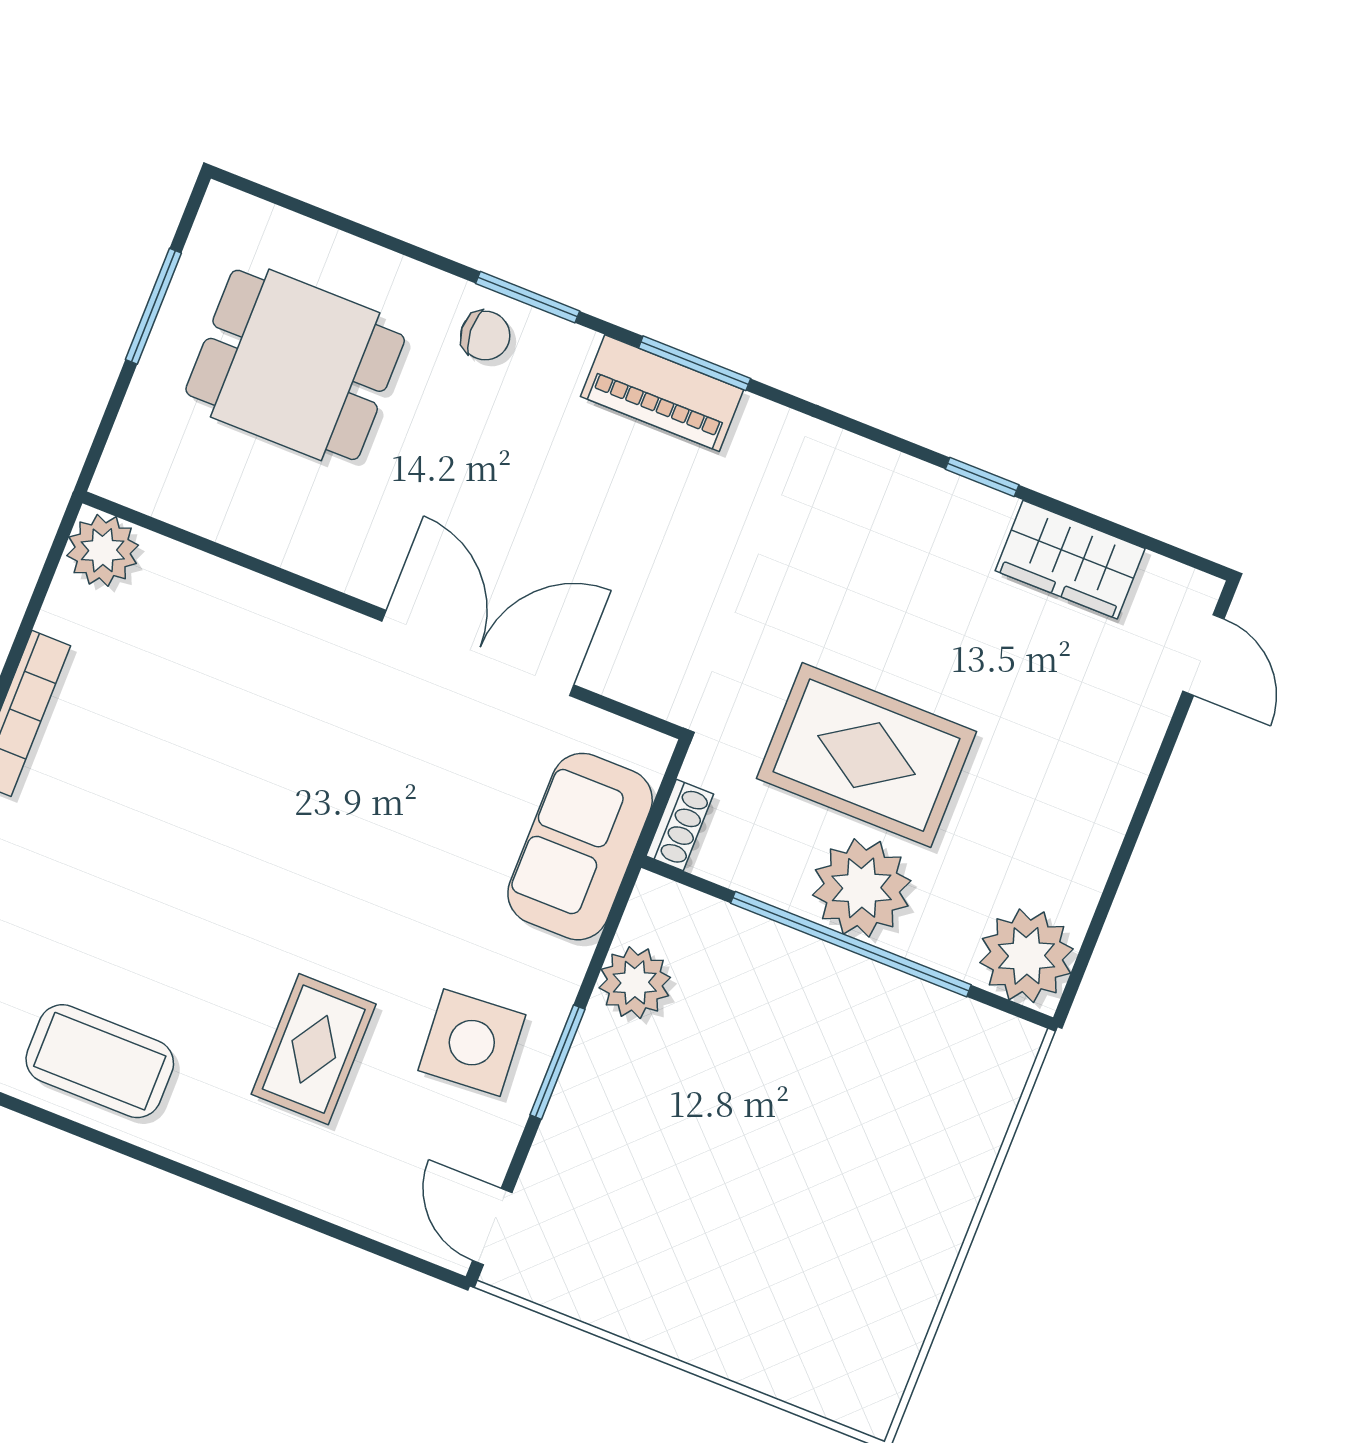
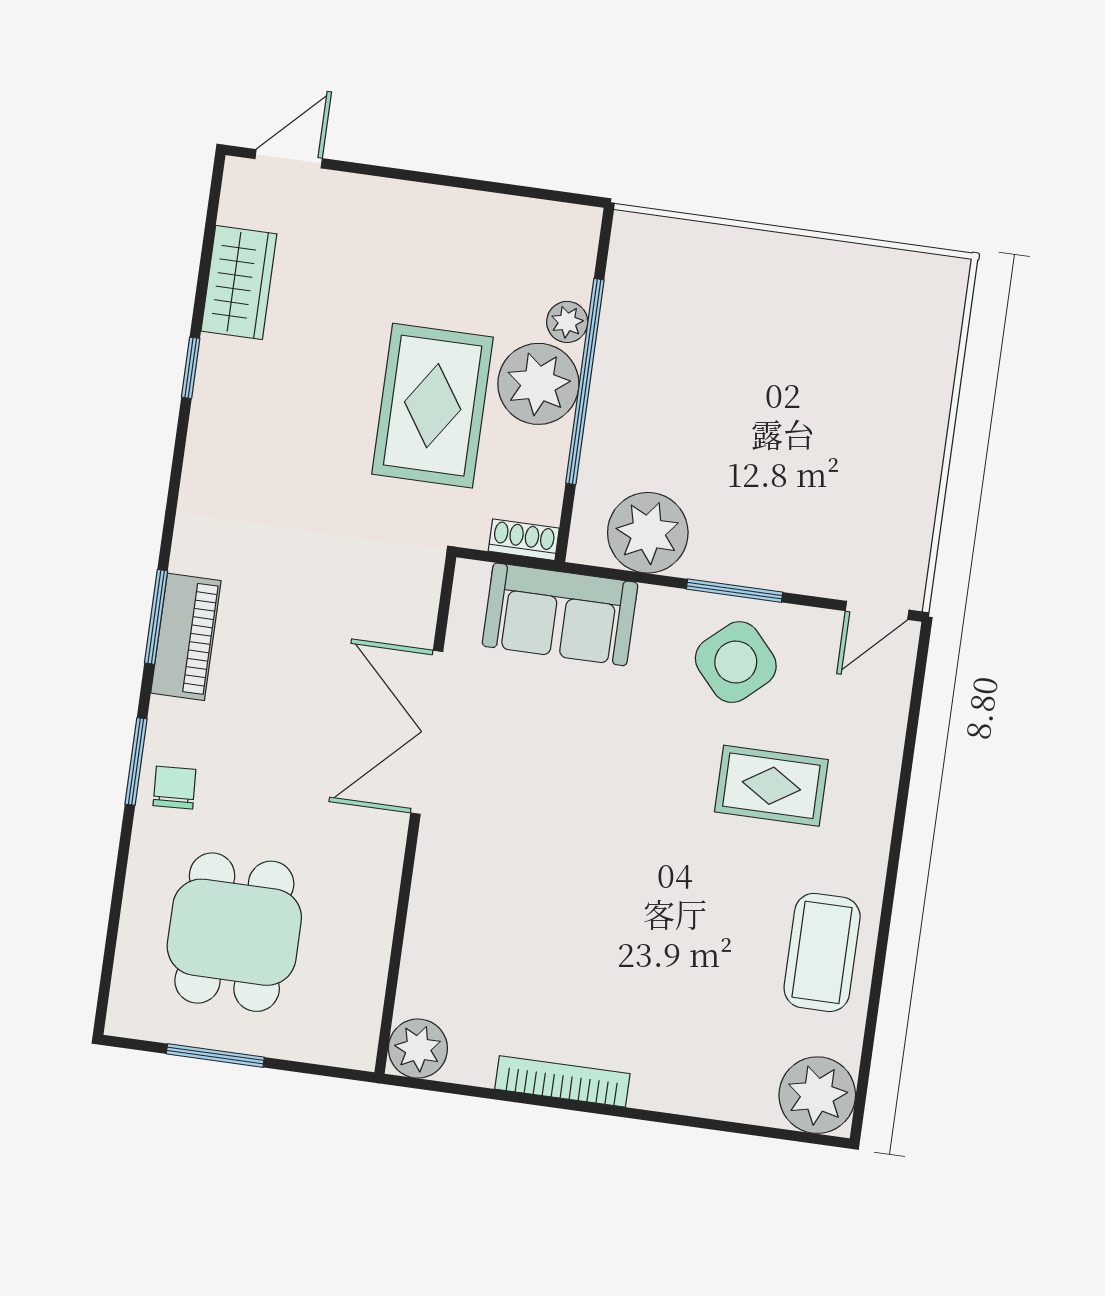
plant: (1026, 956) -> (567, 322), moved, width x0.53, depth x0.53
plant: (635, 983) -> (648, 533), width x1.36, depth x1.36
side table: (472, 1043) -> (736, 662), turned -38

